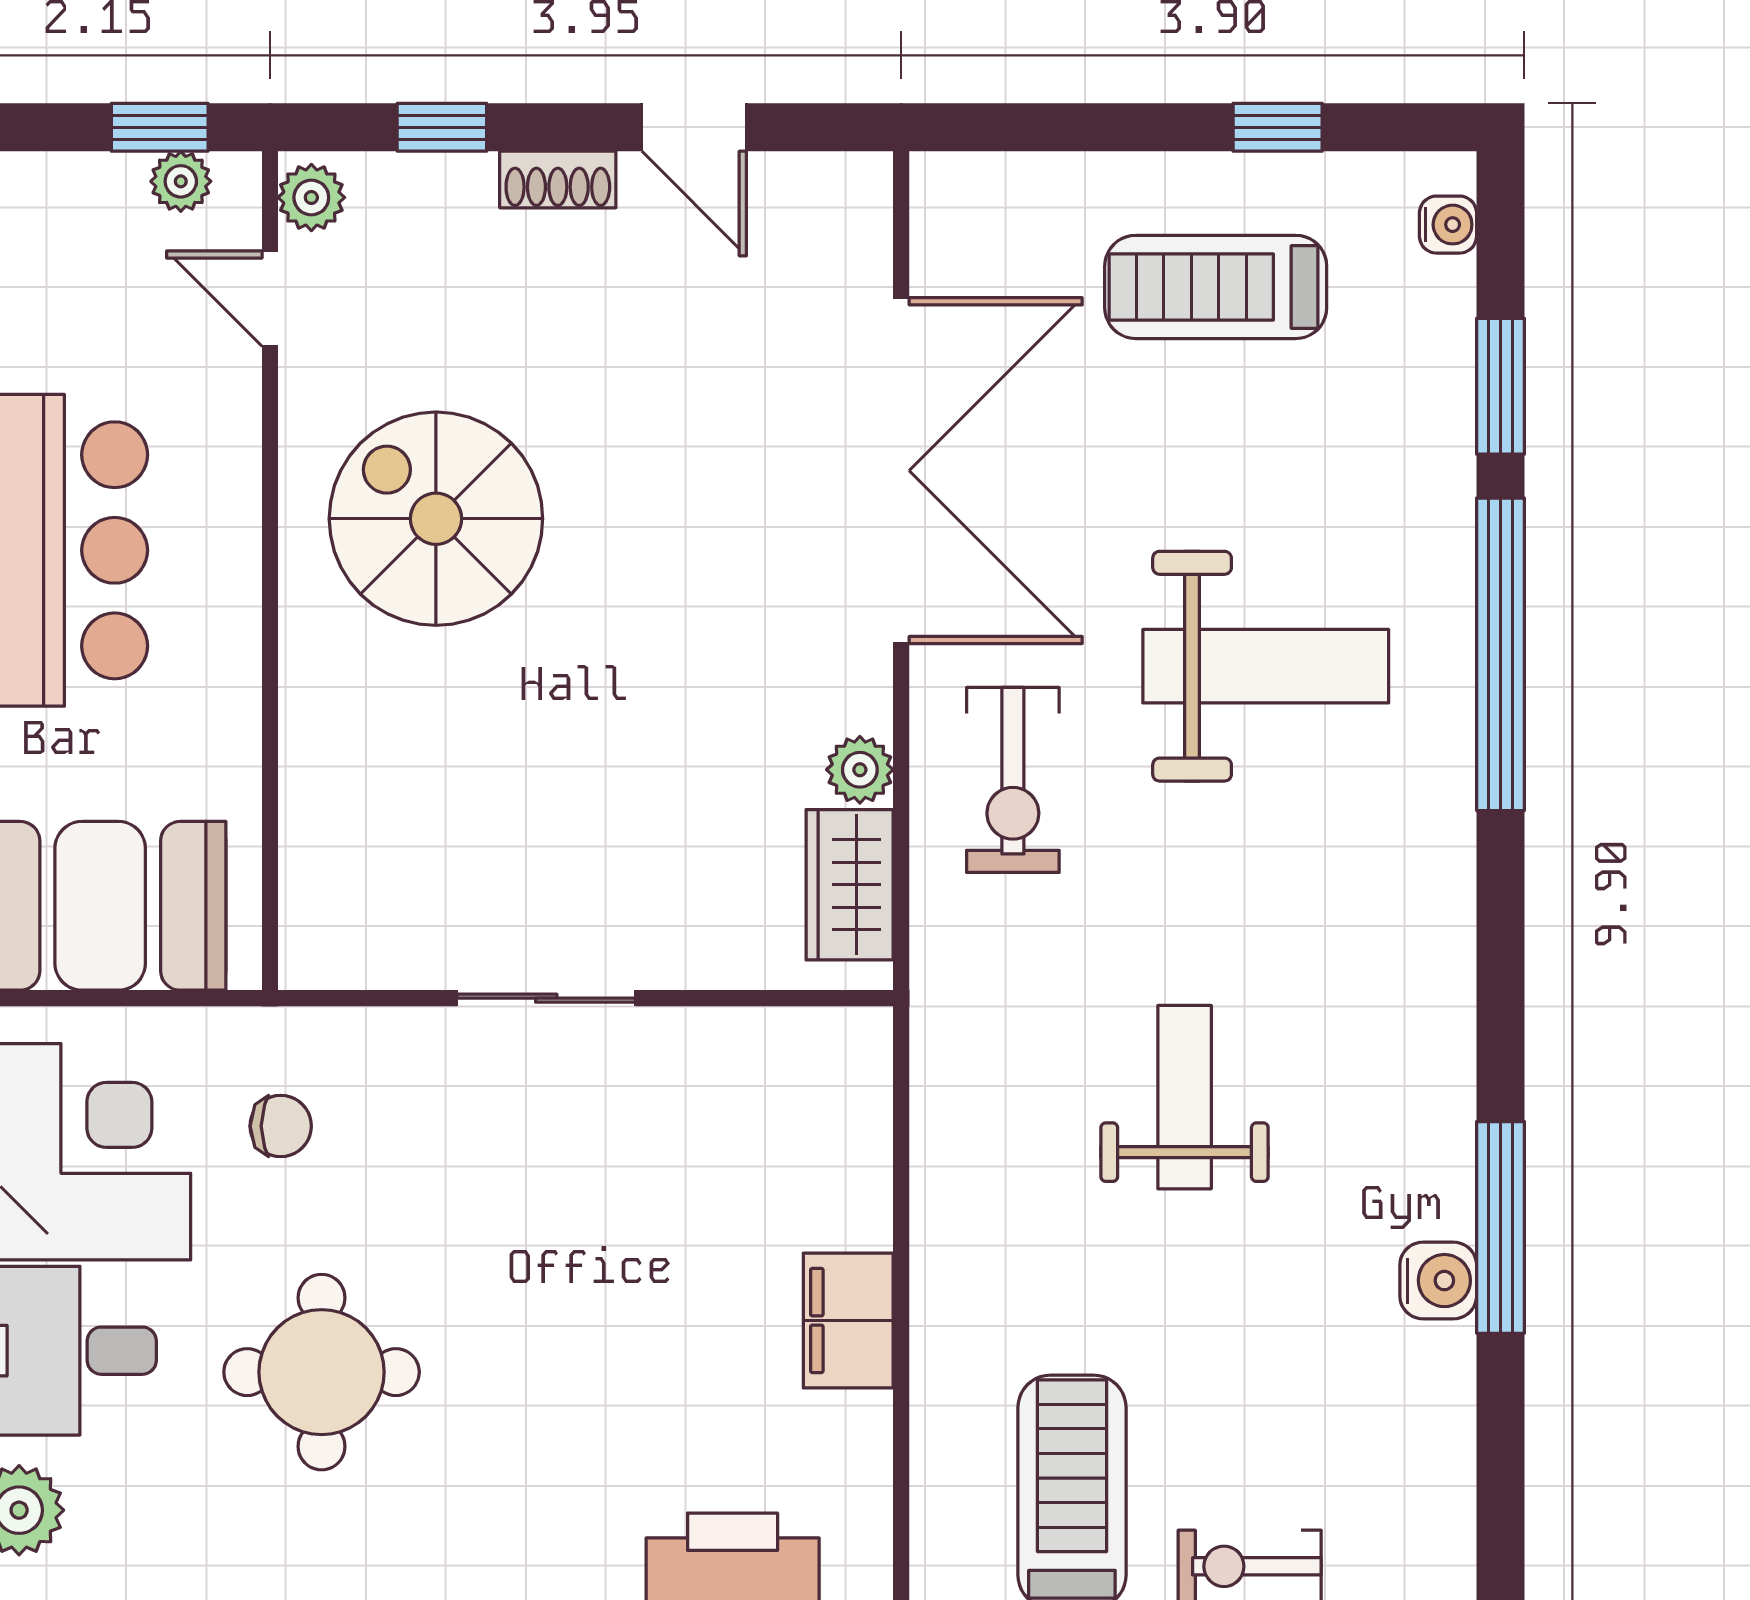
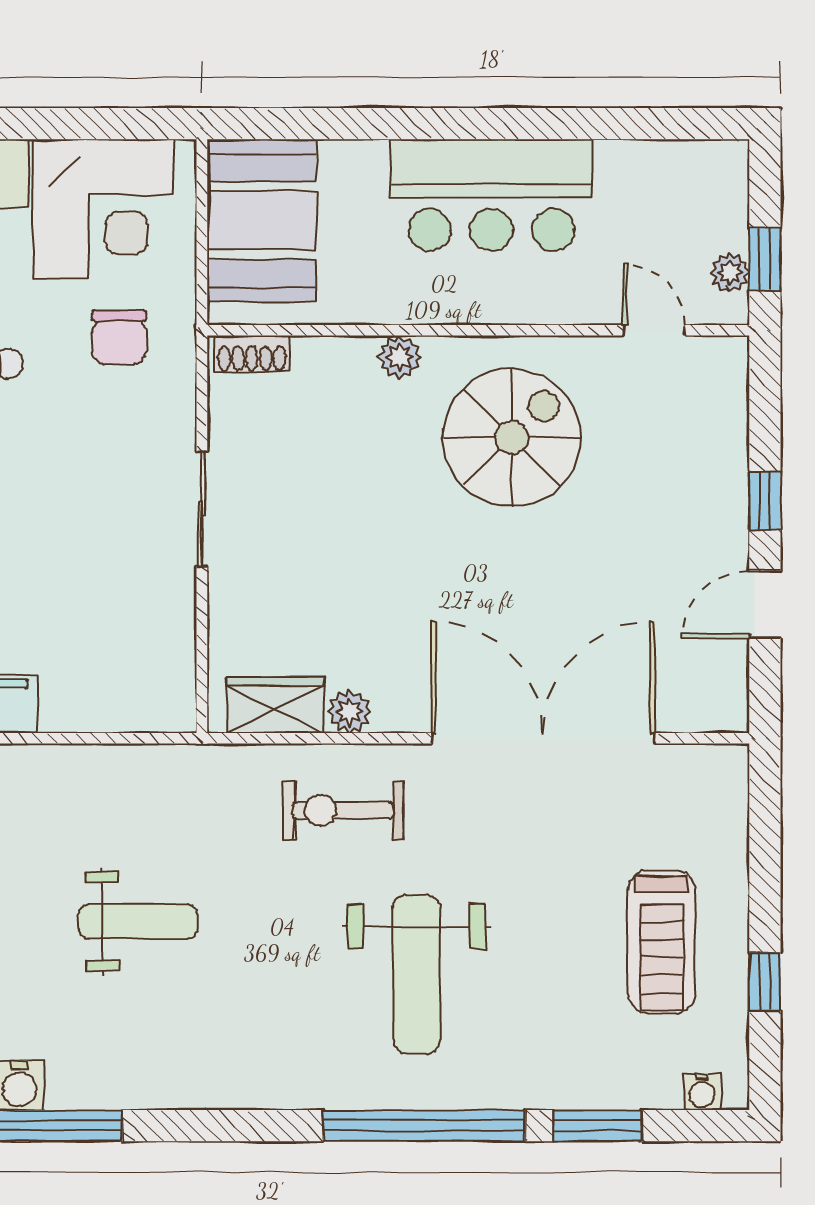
window: (442, 127) -> (765, 501), moved
shoe rack: (558, 180) -> (252, 354), moved, turned -90
plant: (311, 197) -> (400, 357), moved
treadmill: (1216, 287) -> (662, 942), turned 180
door: (270, 299) -> (654, 330), hinge flipped
double door: (901, 471) -> (543, 738), swing flipped
chair: (281, 1126) -> (119, 337), width x1.37, depth x1.37

